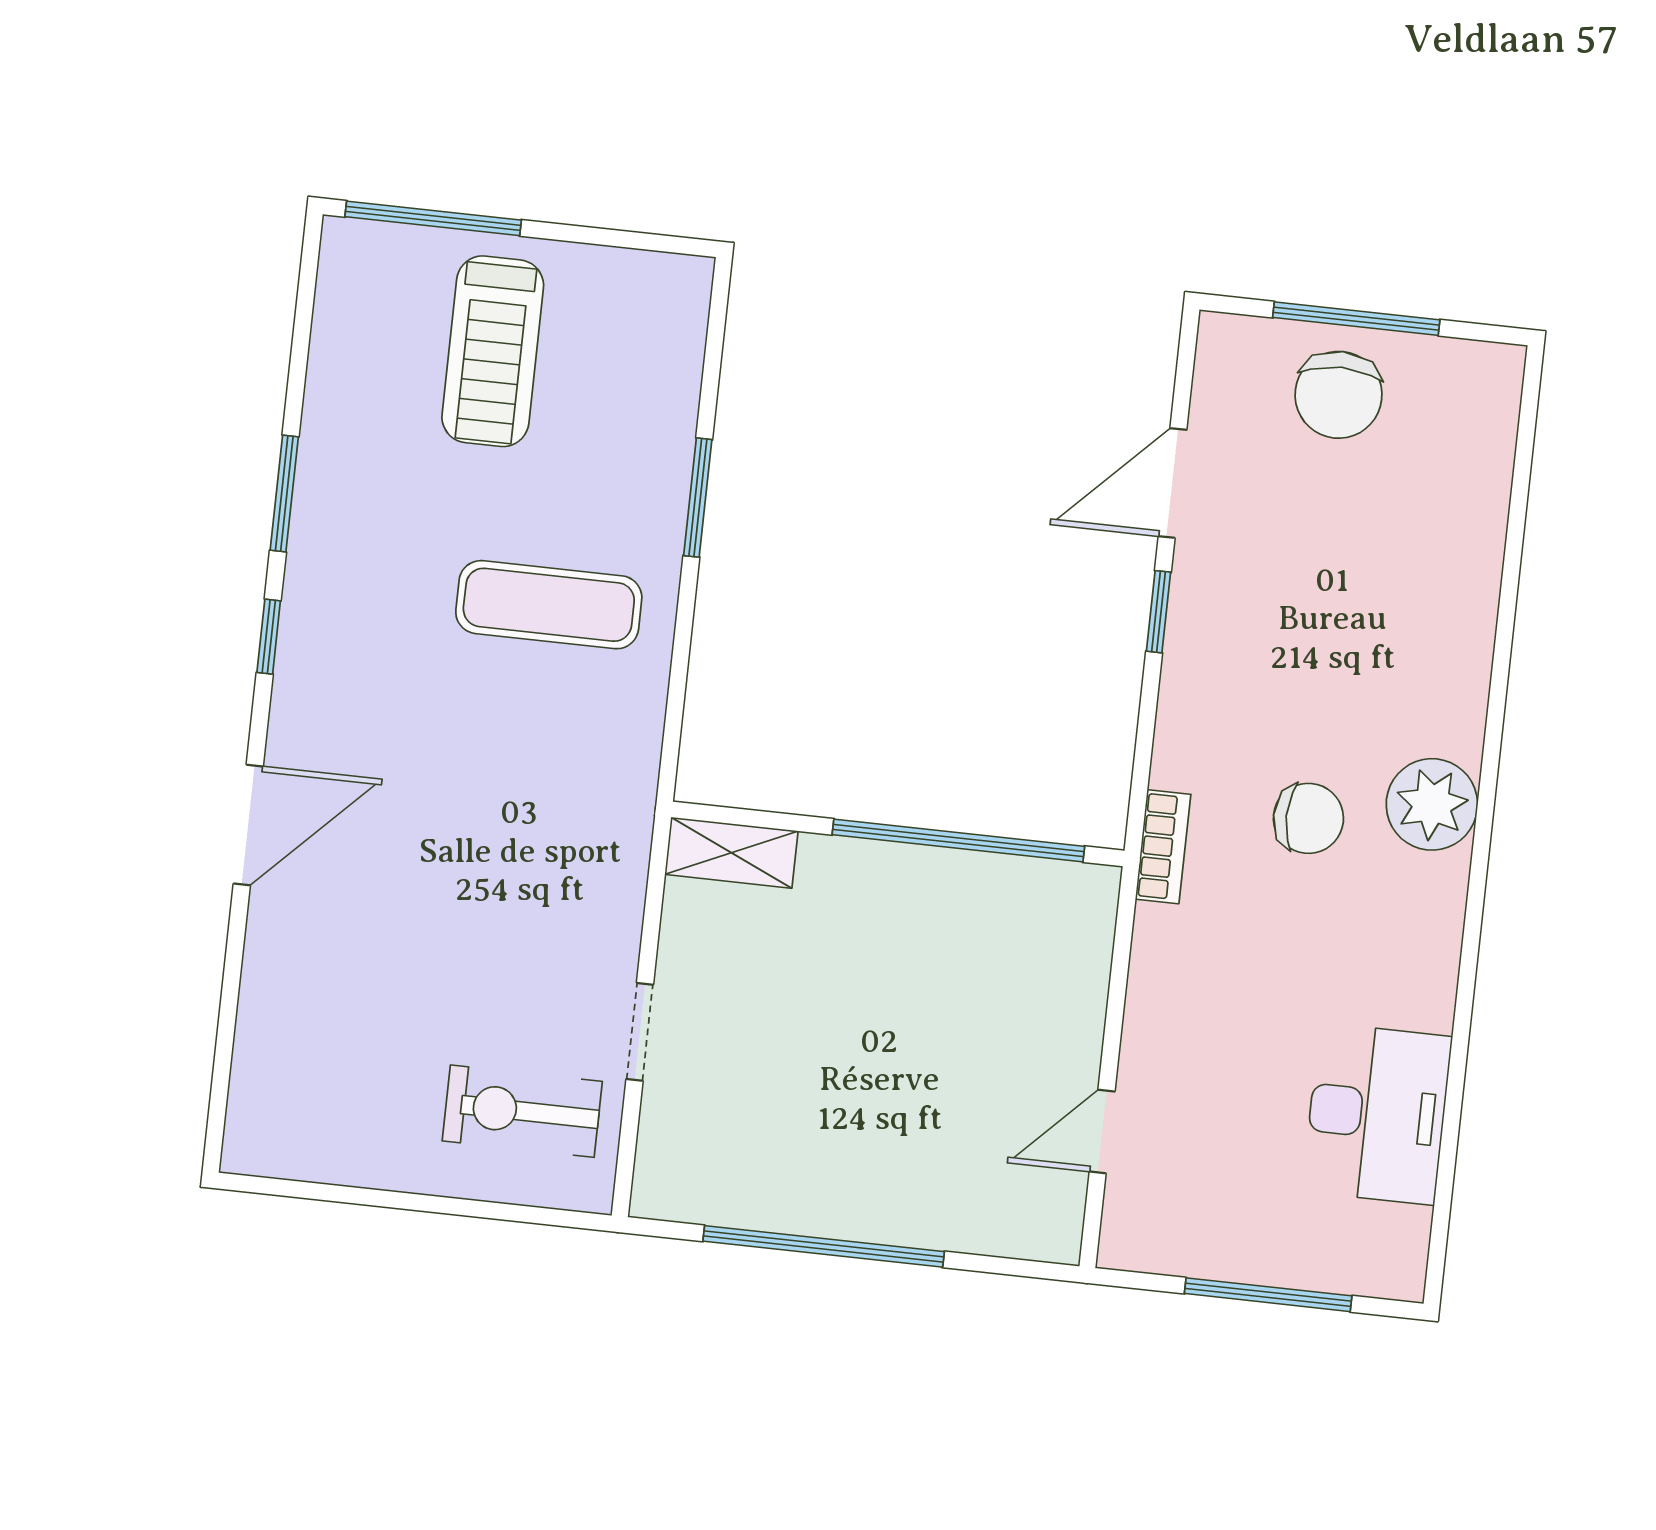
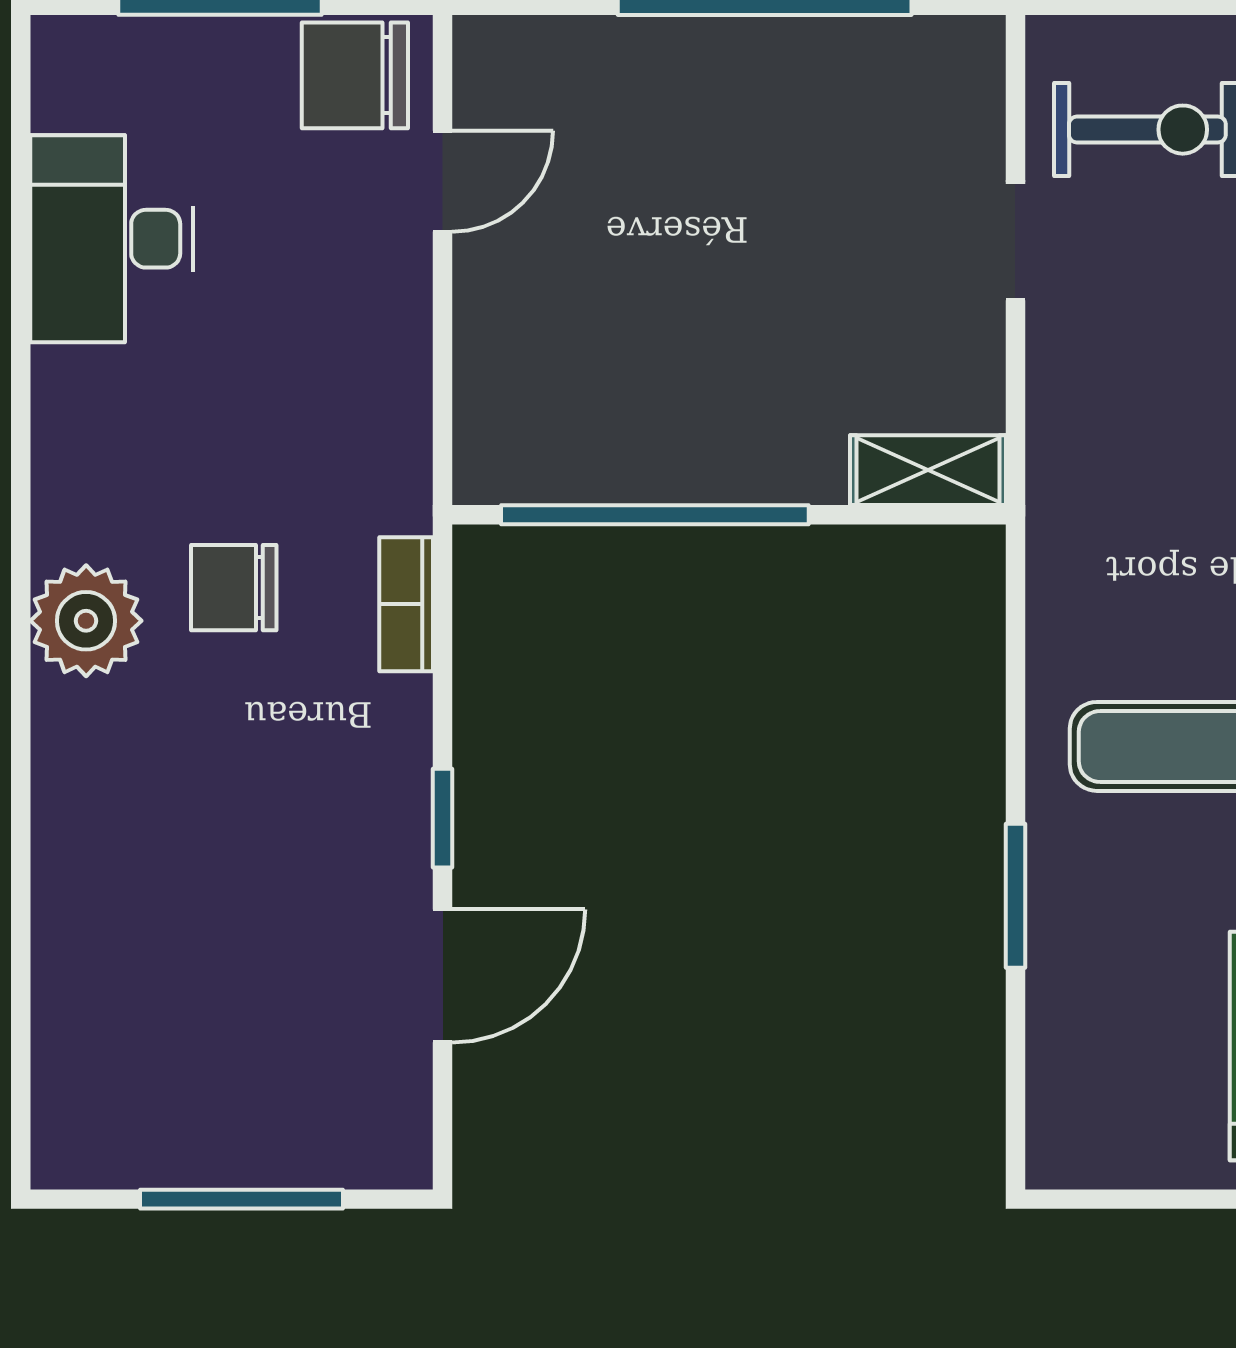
chair: (1338, 395) -> (355, 75), moved, turned -90
bookcase: (1163, 847) -> (406, 604), moved

